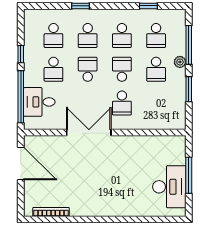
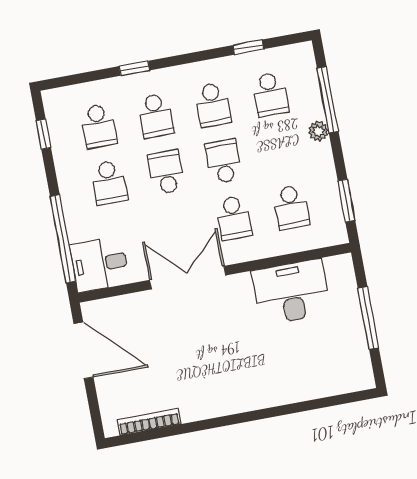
window: (21, 54) -> (43, 134), moved
school desk: (156, 69) -> (291, 207), moved
window: (189, 89) -> (346, 201), moved
desk: (39, 102) -> (100, 264), moved
desk: (169, 187) -> (291, 292), moved, turned -90

